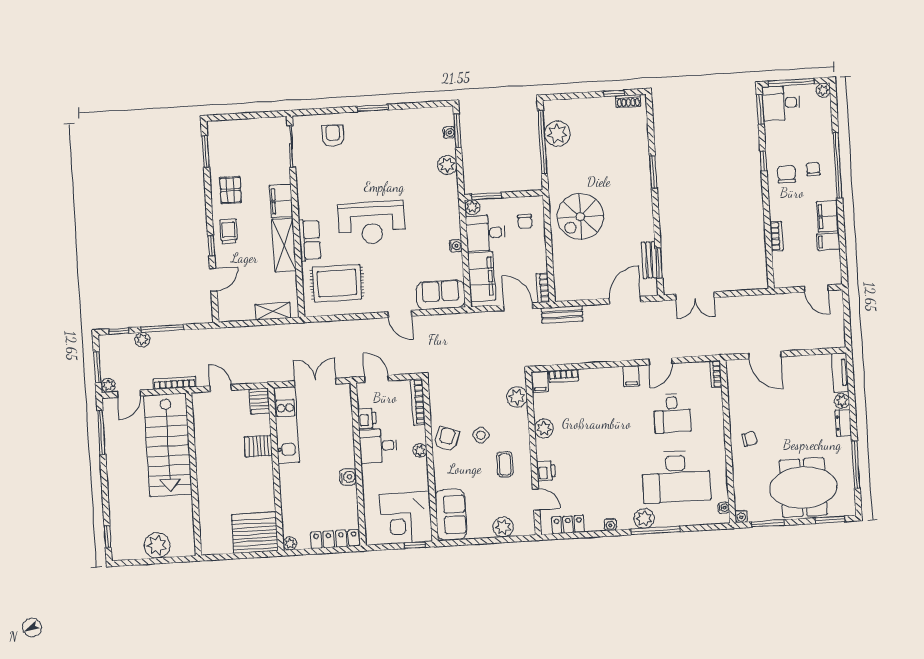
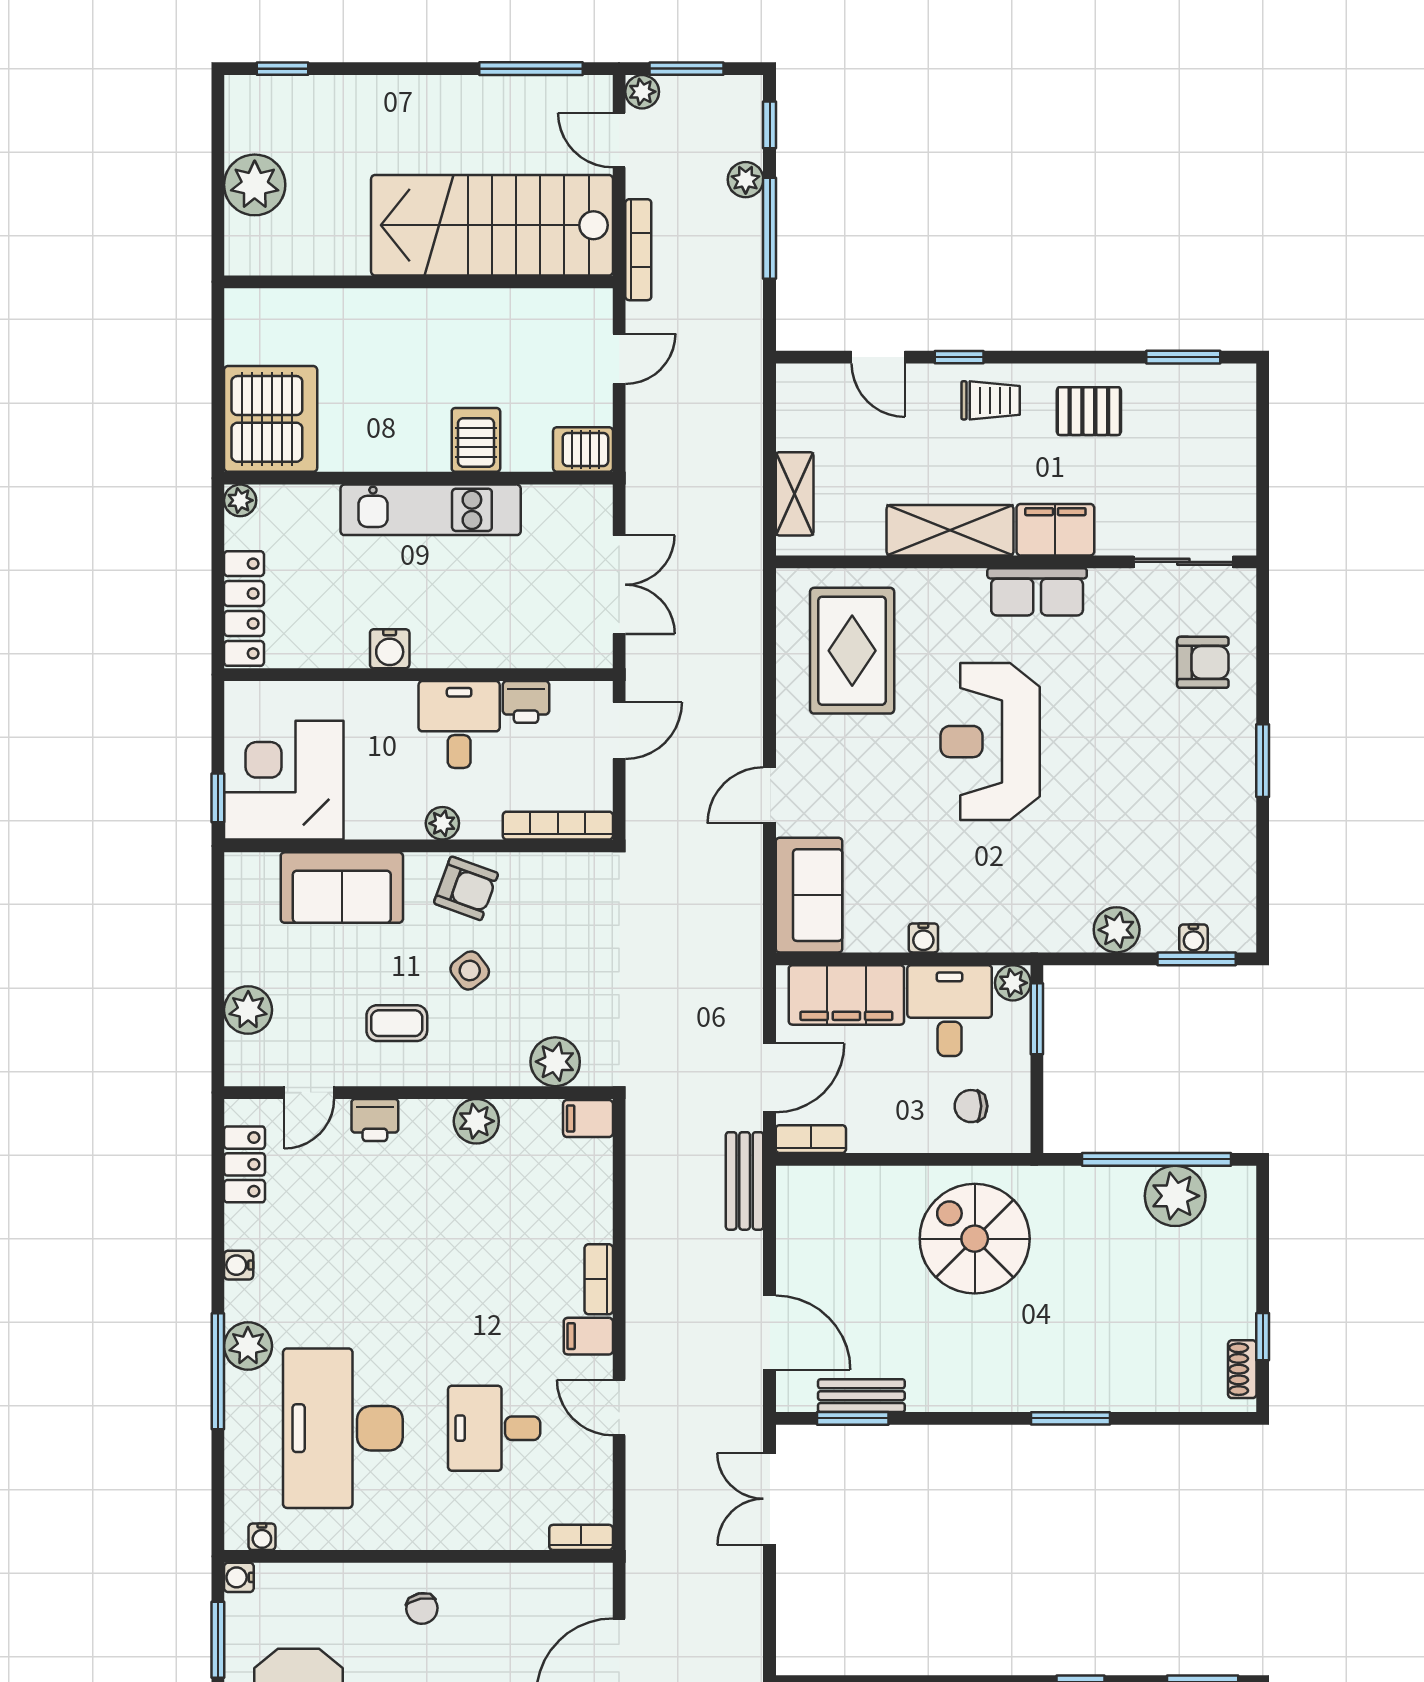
row of seats: (310, 240) -> (1037, 592), moved
bookcase: (564, 376) -> (599, 1279), moved
kitchen unit: (286, 425) -> (431, 510), moved
sofa: (451, 515) -> (342, 888), moved

